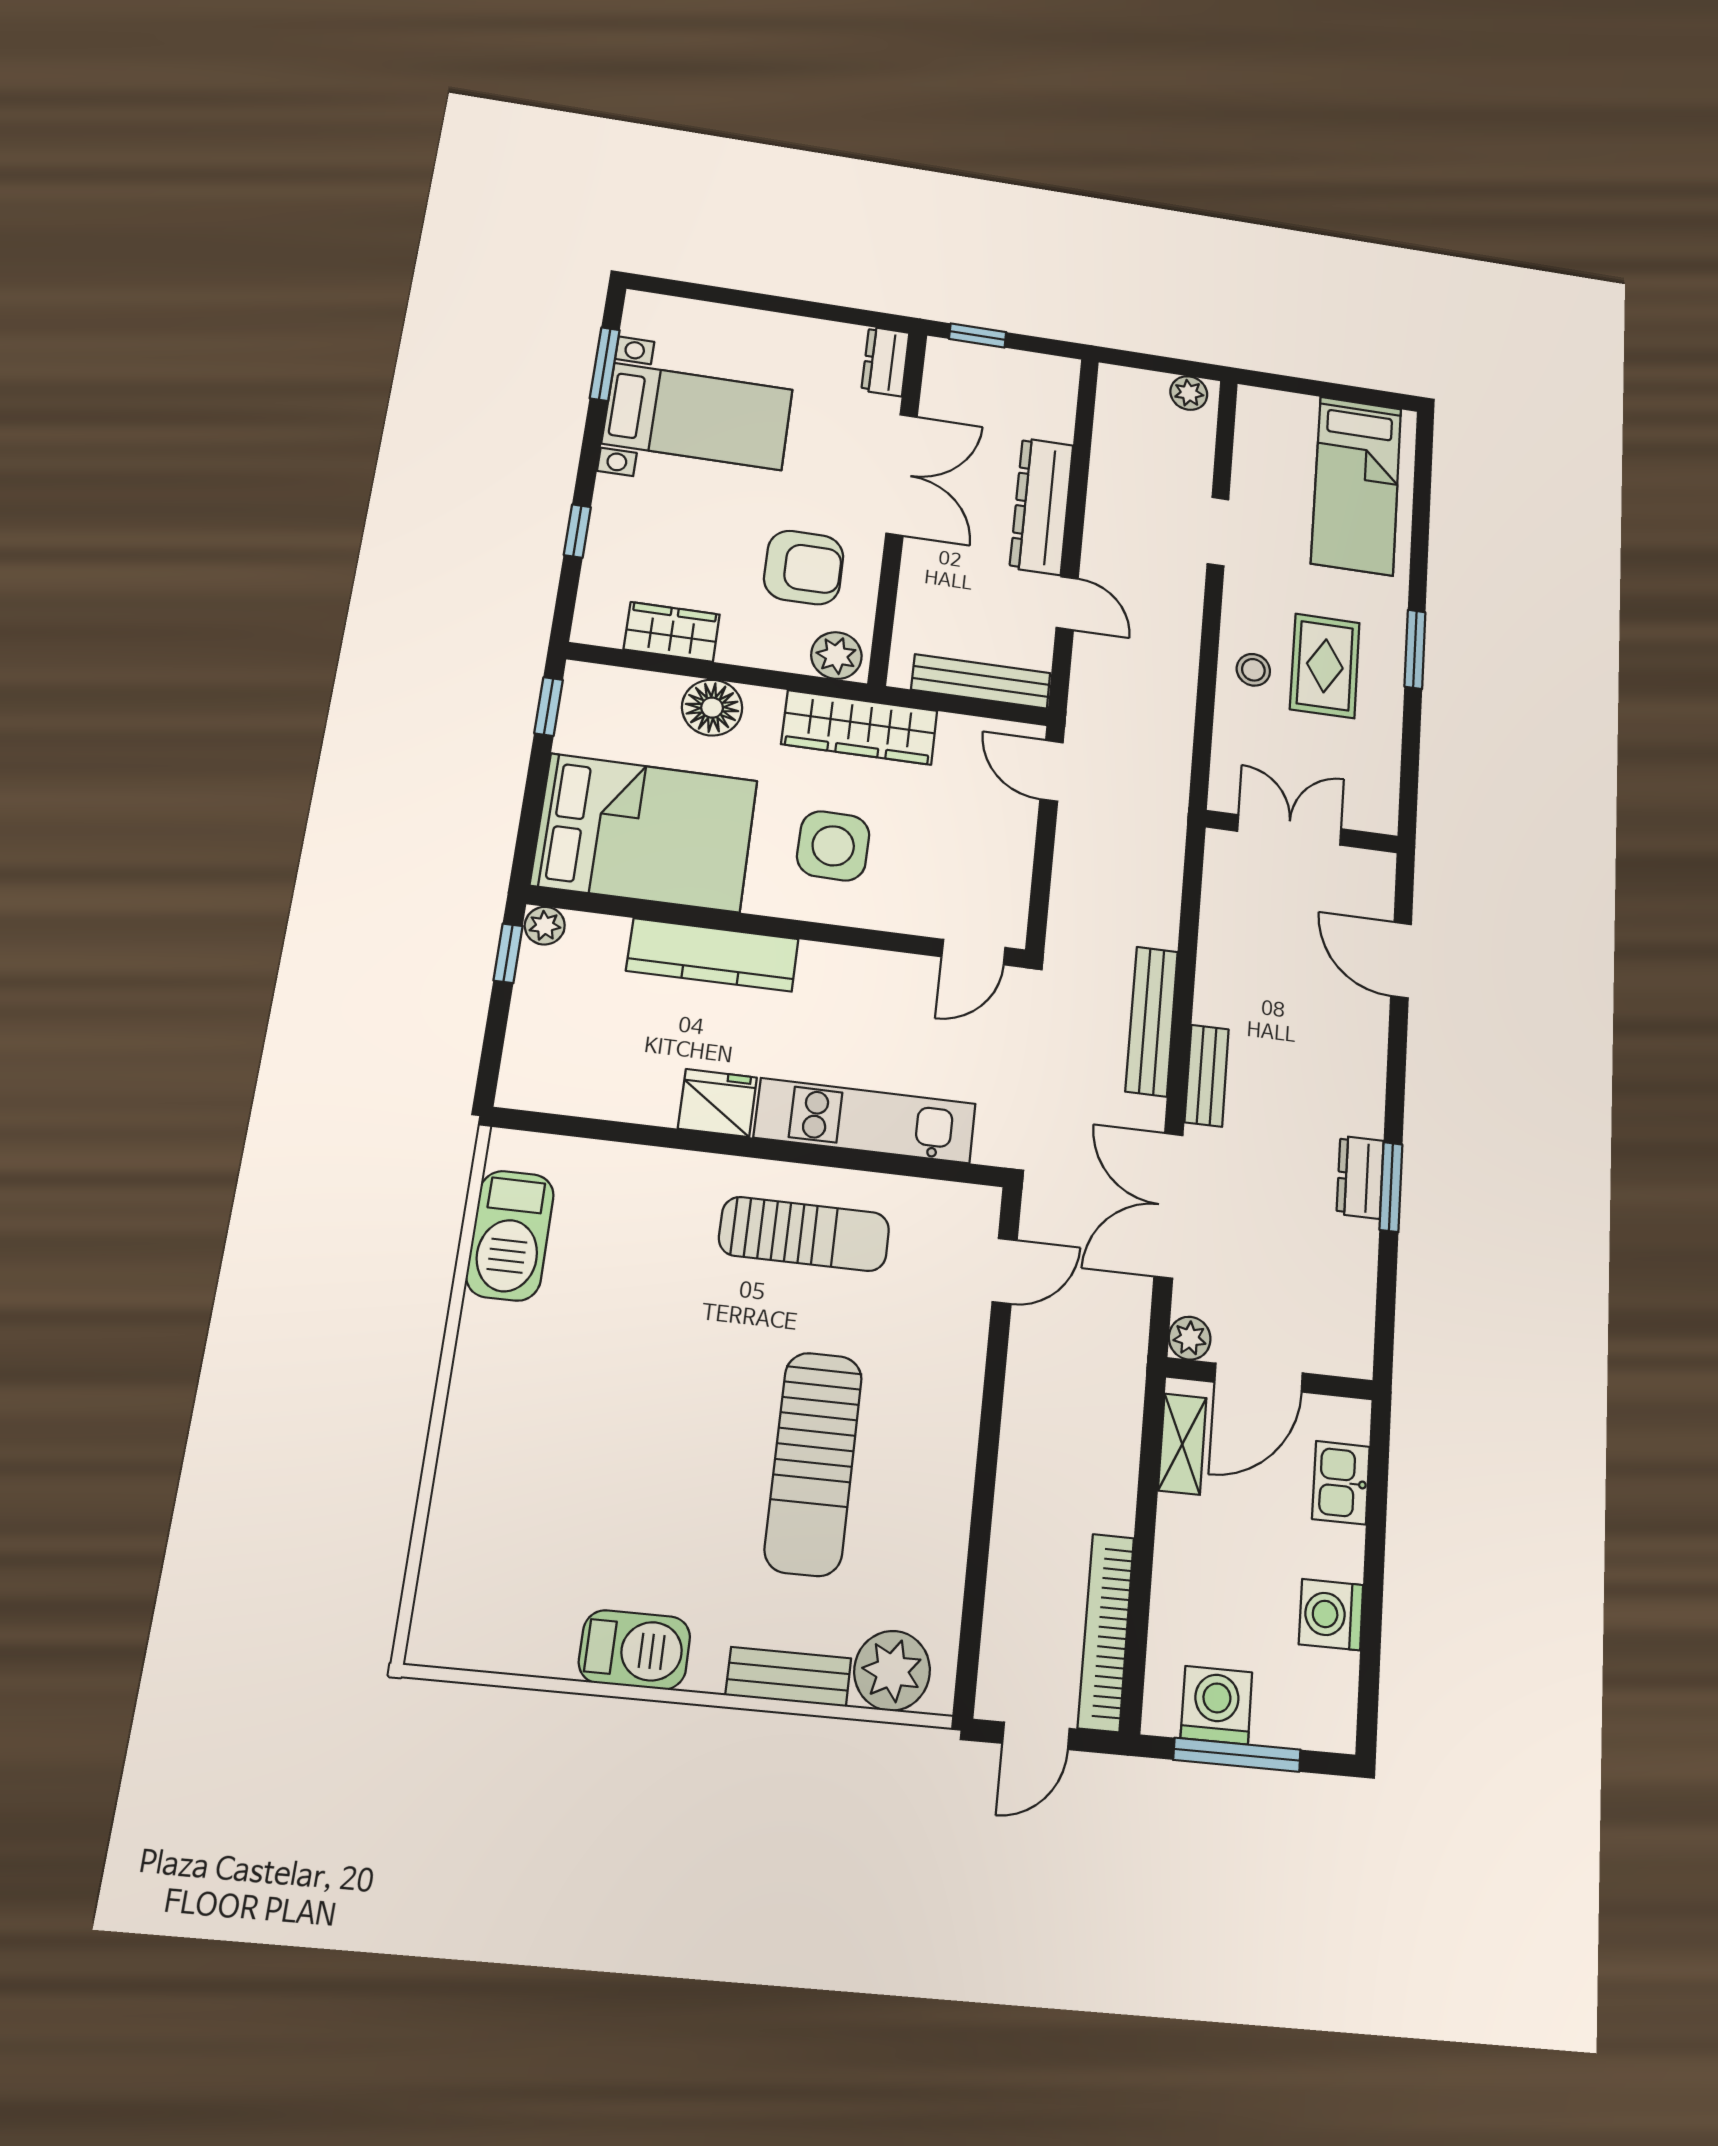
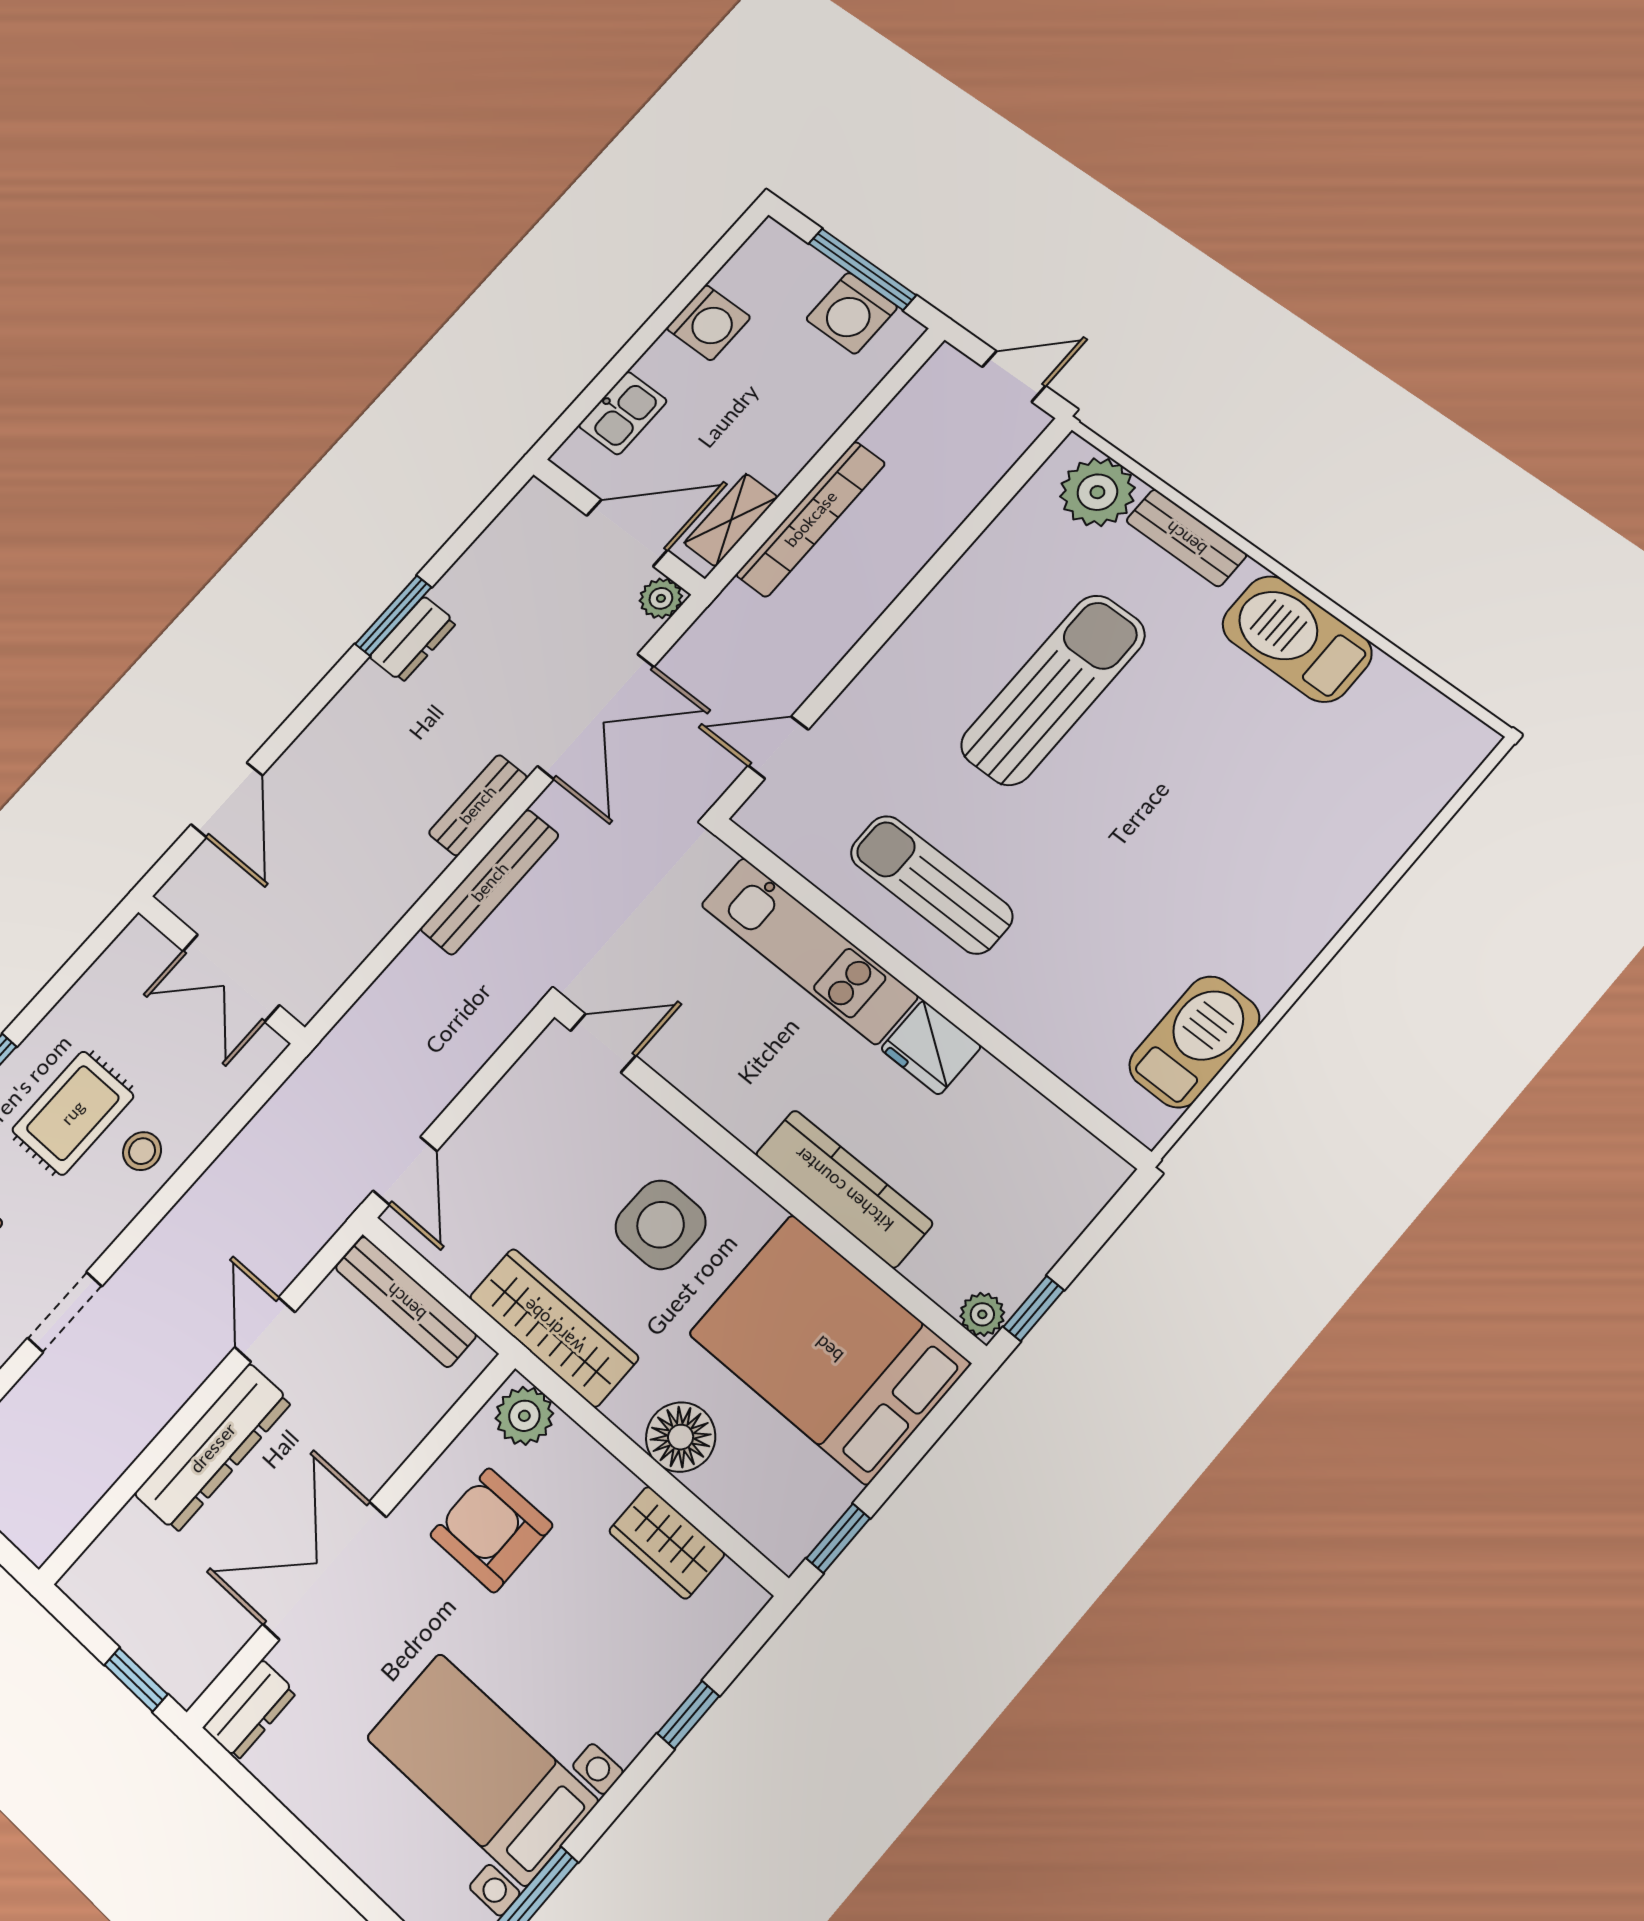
bookcase: (1106, 1632) -> (811, 519), moved
barbecue: (635, 1650) -> (1297, 639), width x1.37, depth x1.21

